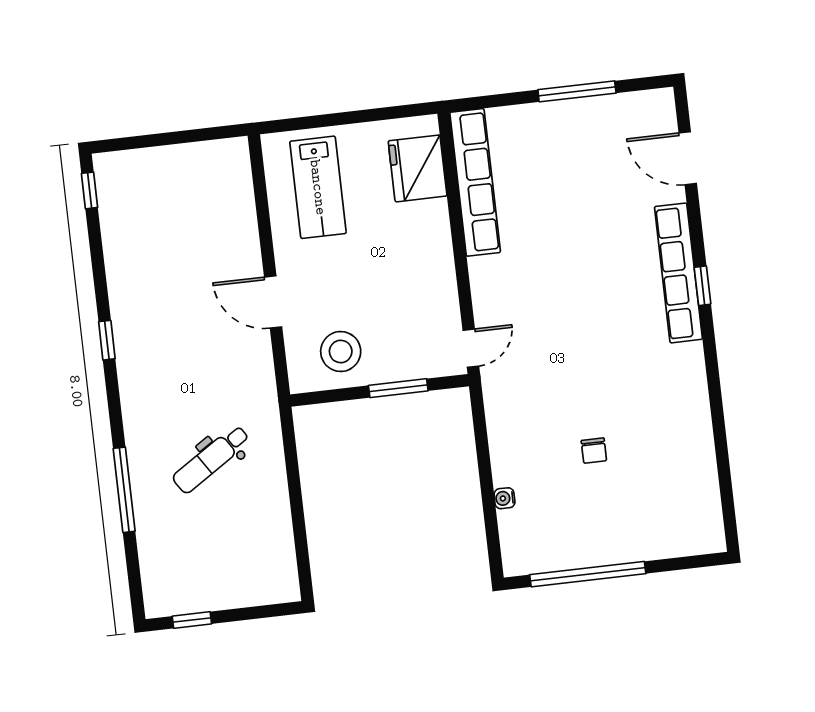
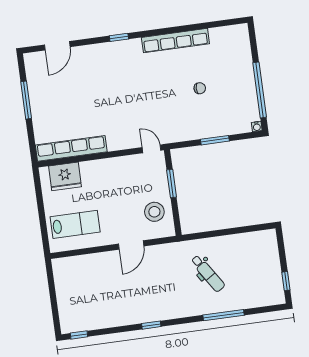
row of seats: (678, 273) -> (175, 41), moved
window: (486, 480) -> (215, 140), added
water cooler: (504, 498) -> (257, 127), moved

